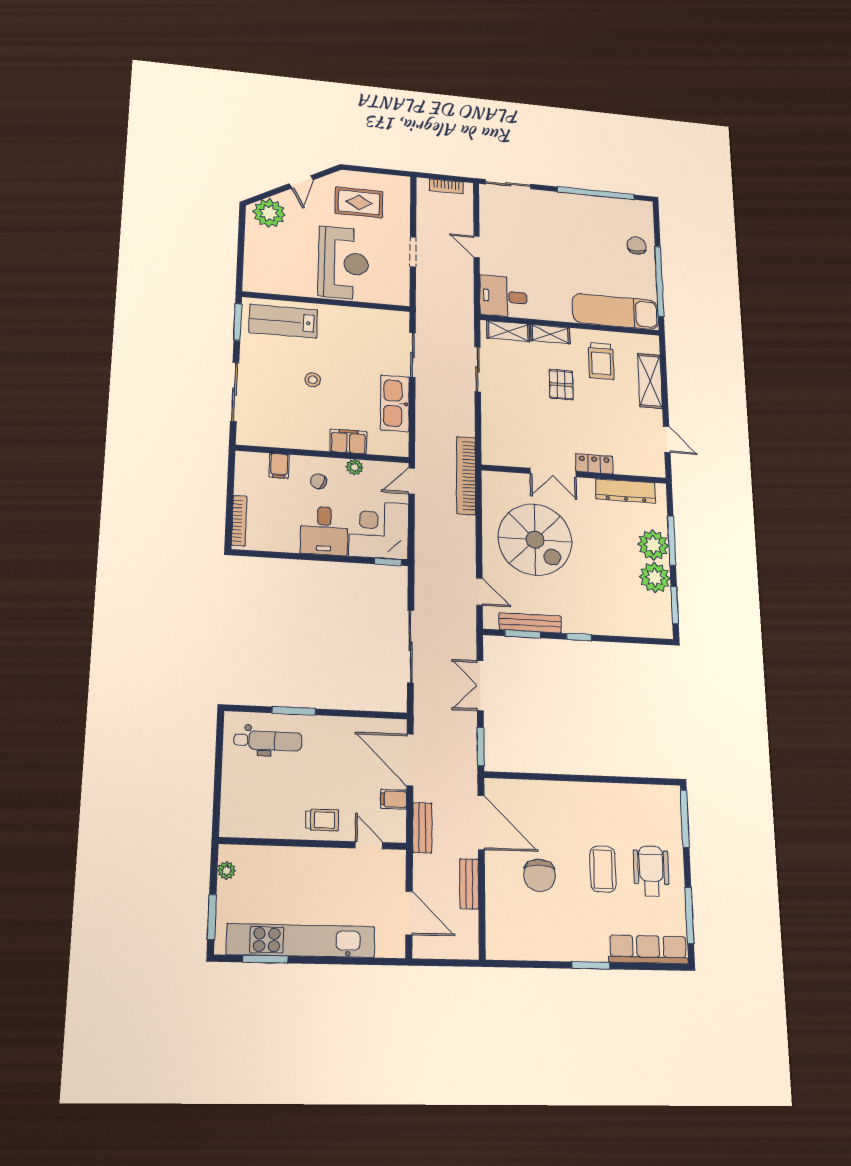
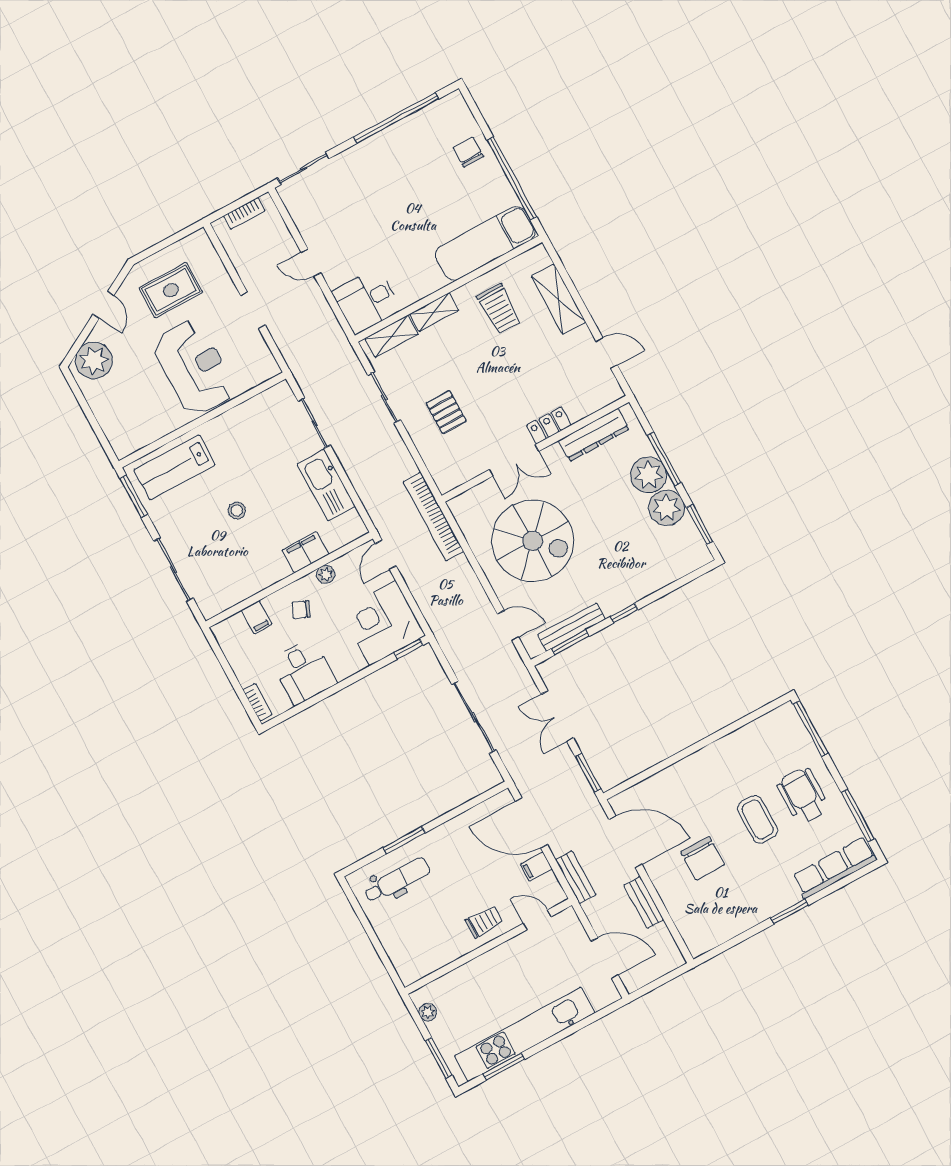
pallet: (561, 385) -> (446, 412), moved
bookcase: (239, 521) -> (258, 702), width x0.64
desk: (324, 531) -> (304, 671), moved

